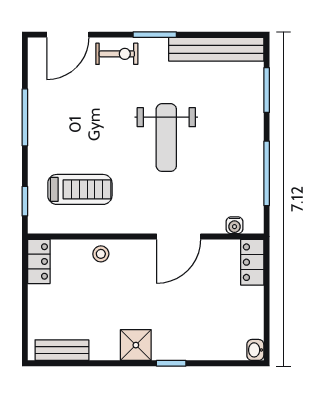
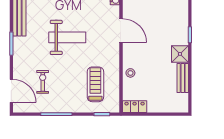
exercise bike: (117, 54) -> (43, 82), moved
bench: (62, 350) -> (183, 78), moved

